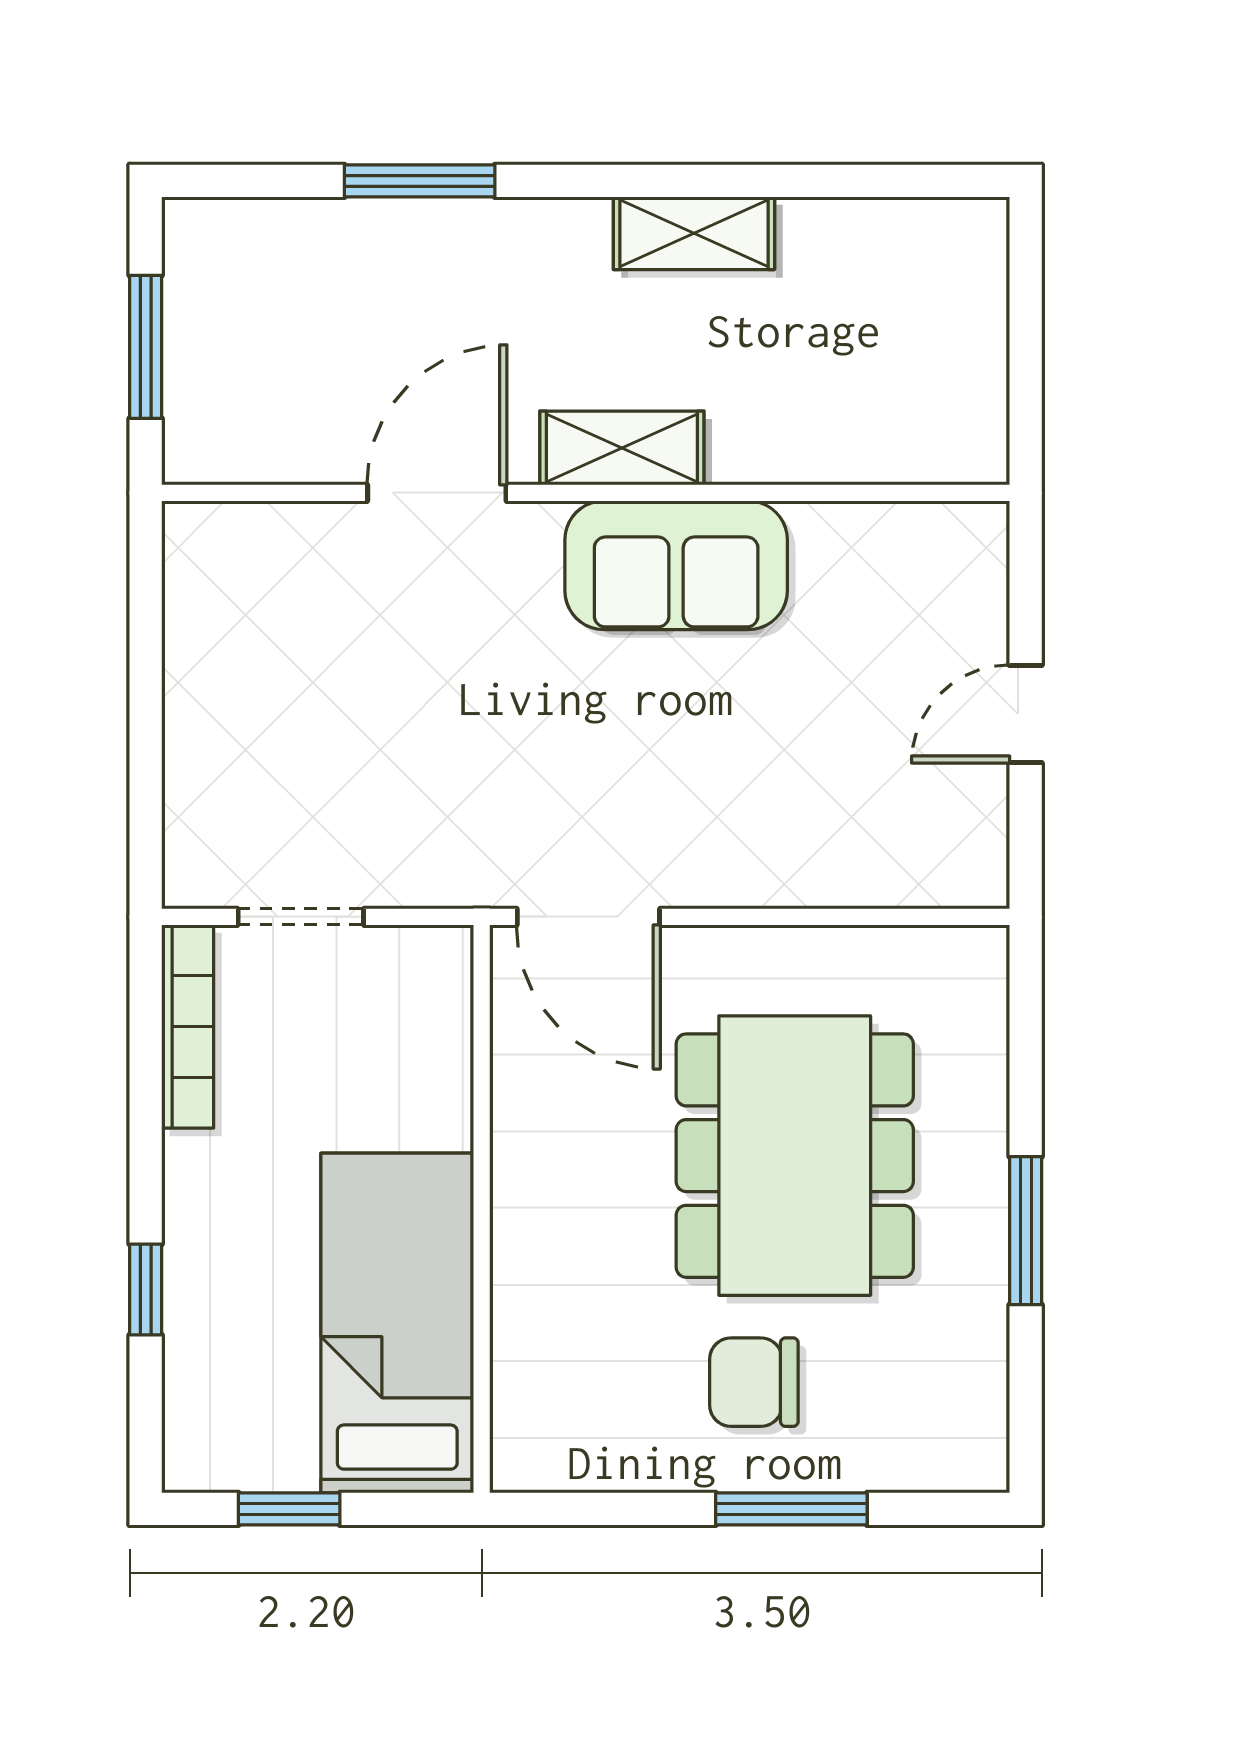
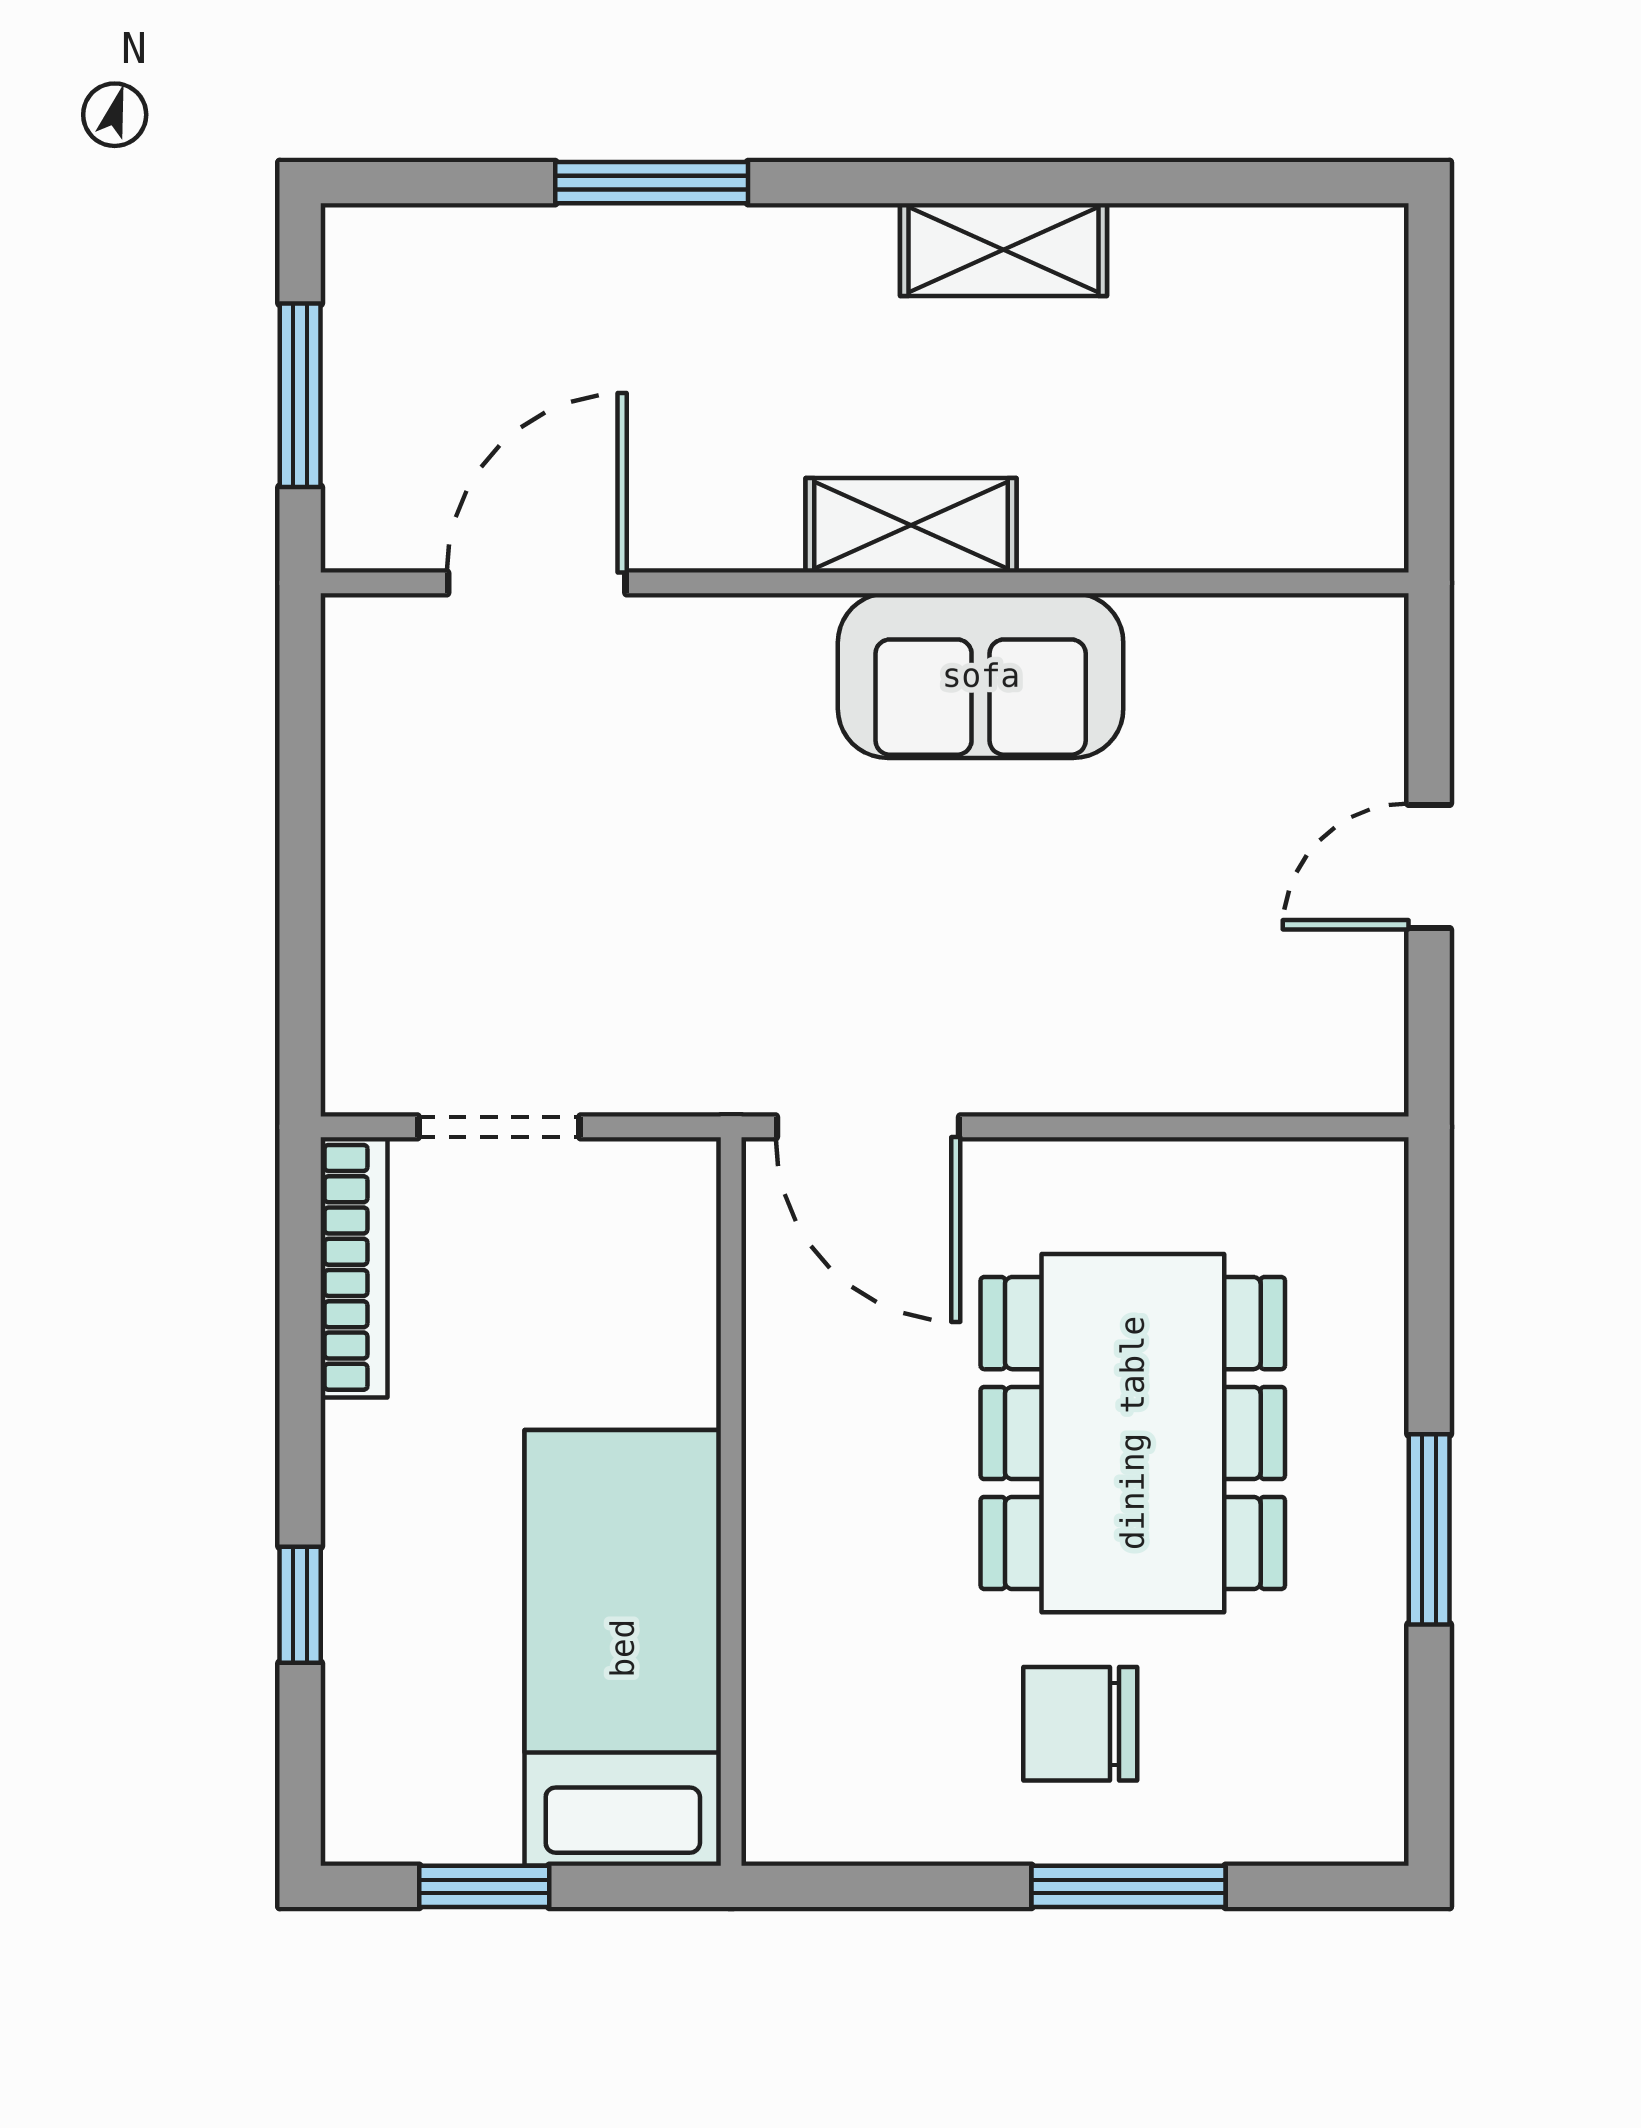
door: (437, 493) -> (537, 583), moved

